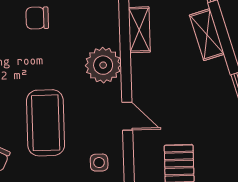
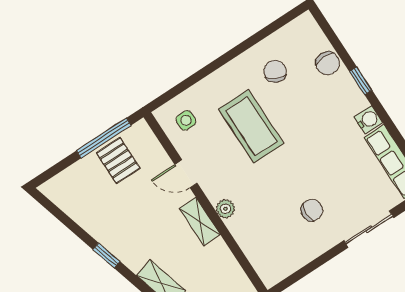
shelving: (139, 30) -> (200, 221), moved
plant: (103, 65) -> (225, 209), width x0.53, depth x0.53

